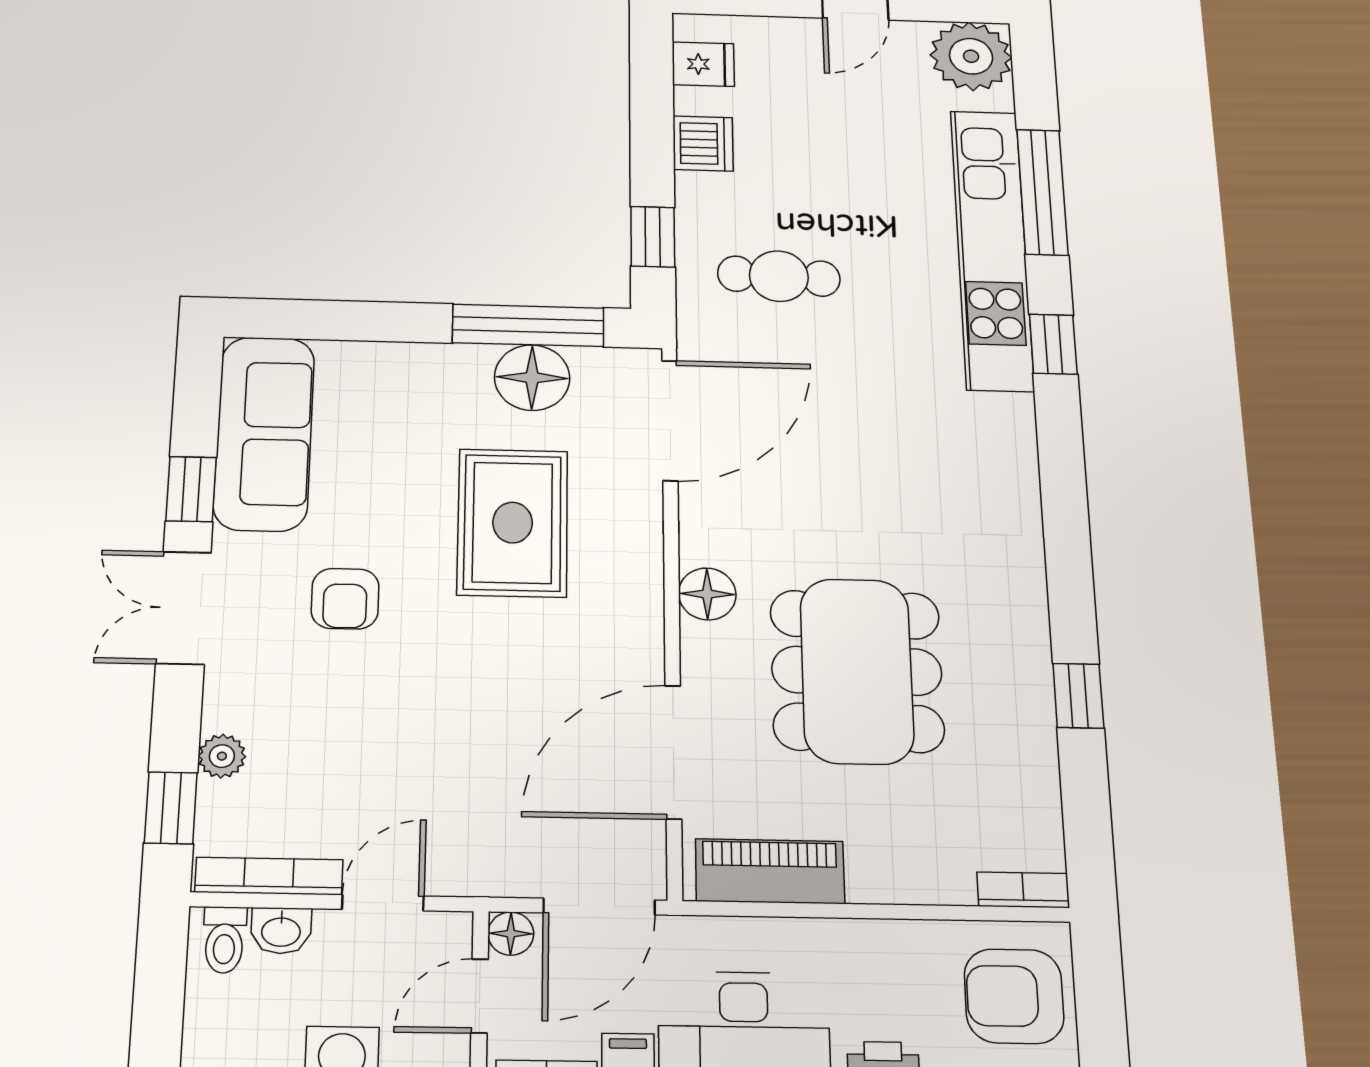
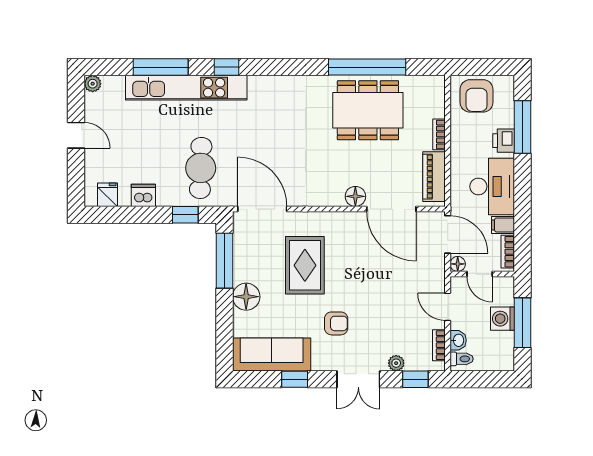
plant: (971, 56) -> (93, 84), width x0.53, depth x0.53
cafe table: (779, 276) -> (201, 168), width x1.37, depth x1.35
floor lamp: (532, 378) -> (246, 297), moved
rug: (513, 523) -> (305, 265), turned 90
floor lamp: (707, 594) -> (355, 196), moved
double door: (184, 608) -> (358, 379), moved
dining table: (857, 671) -> (368, 110), moved
window: (1078, 696) -> (367, 67), width x3.17
bookcase: (269, 876) -> (439, 345), width x0.64
bookcase: (1023, 890) -> (439, 134), moved

